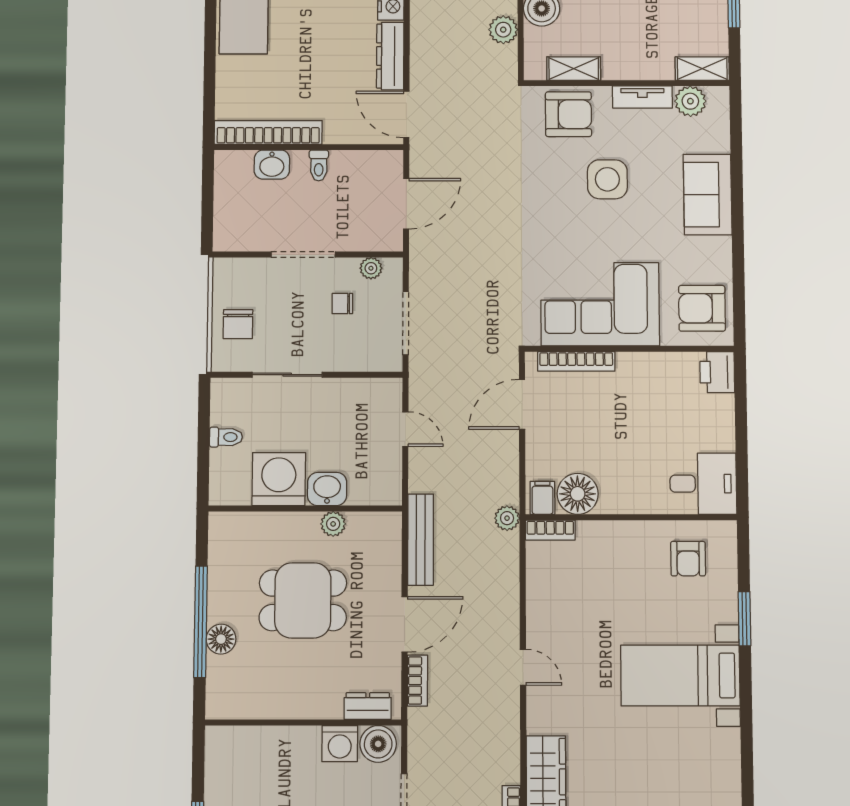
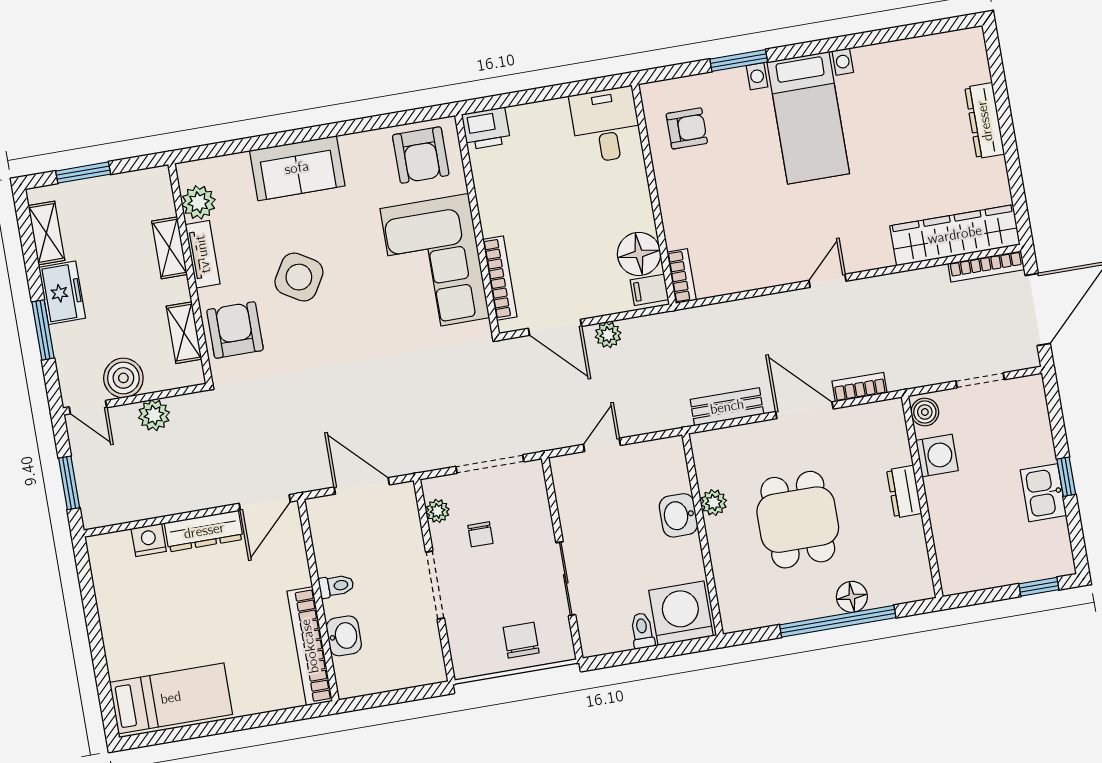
shelving: (702, 69) -> (169, 248), moved
side table: (607, 179) -> (299, 277), turned 31
chair: (238, 324) -> (521, 640), turned -90
washing machine: (279, 479) -> (681, 613), moved, turned 90
plant: (507, 518) -> (608, 335), moved
bench: (421, 540) -> (727, 407), width x0.73
dresser: (368, 706) -> (904, 492), moved
boiler: (378, 744) -> (925, 412), width x0.73, depth x0.73

